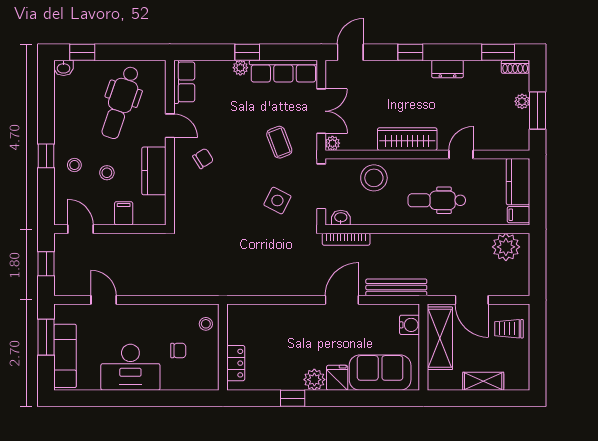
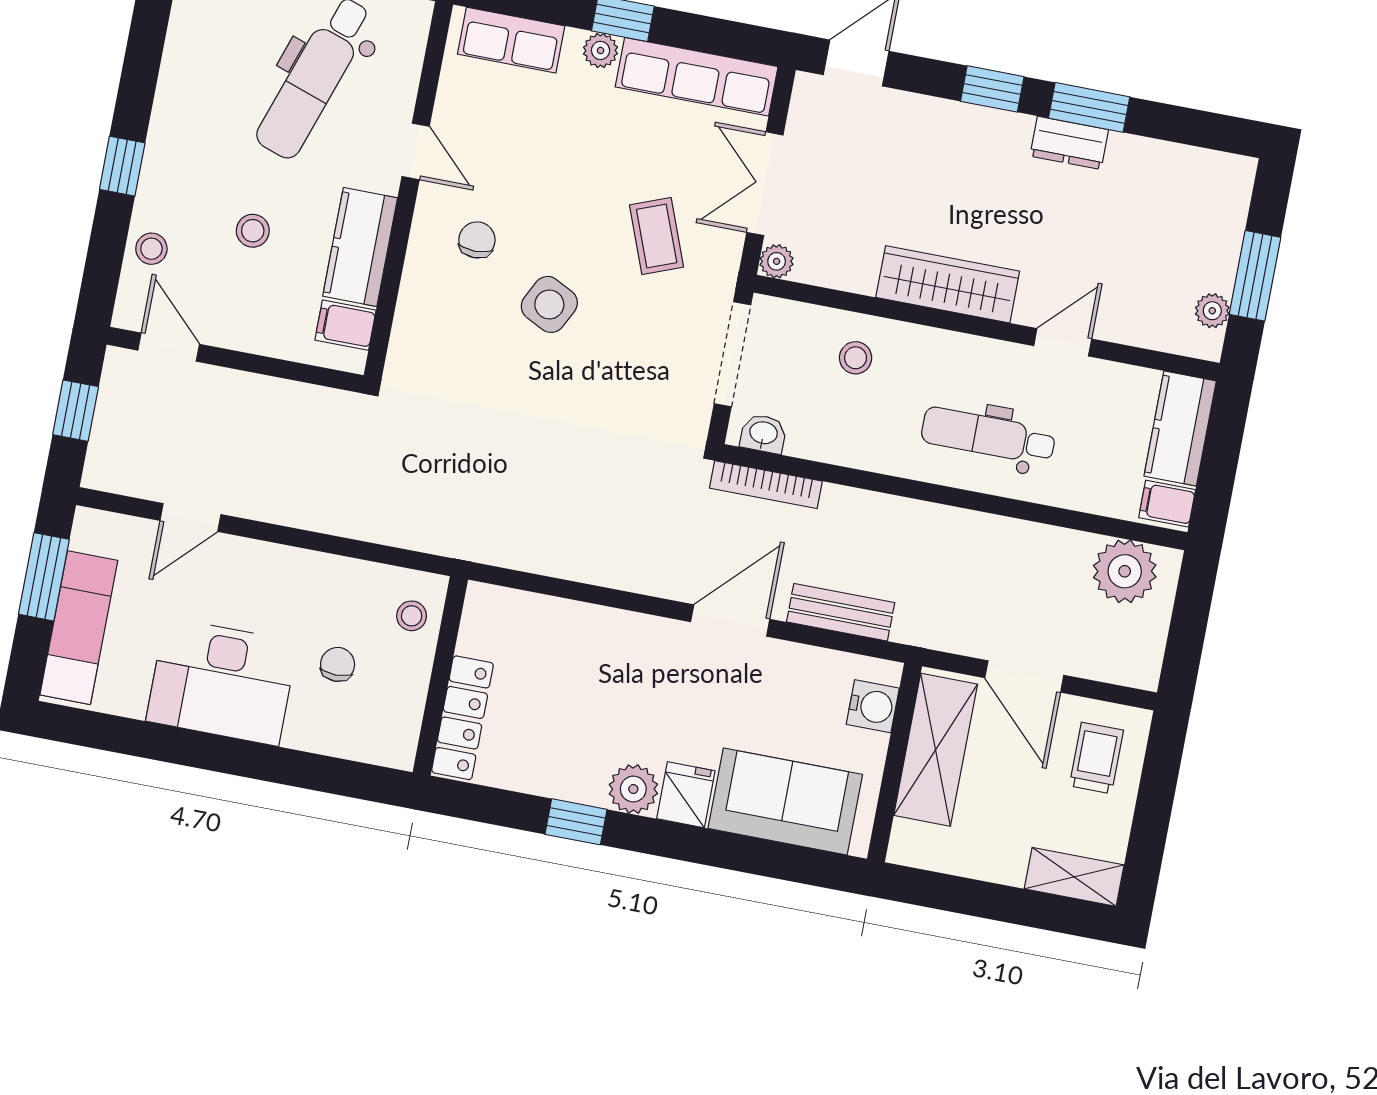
window: (498, 52) -> (1089, 107), moved
shoe rack: (515, 67) -> (1223, 167), removed
row of seats: (184, 82) -> (511, 40), moved, turned 90
plant: (522, 101) -> (1212, 311), moved
double door: (321, 111) -> (765, 184), swing flipped
chair: (203, 158) -> (477, 240), turned -58
stool: (74, 165) -> (151, 249), moved
stool: (374, 178) -> (856, 358), width x0.53, depth x0.53
side table: (277, 201) -> (549, 304), moved
filing cabinet: (124, 213) -> (346, 325), moved, turned -90
bench: (396, 287) -> (841, 612), width x0.73
door: (104, 300) -> (190, 517), swing flipped
trolley: (509, 329) -> (1096, 758), turned 90
chair: (178, 351) -> (338, 664), turned -90
locker: (236, 363) -> (462, 718), width x1.53
shelving: (483, 381) -> (1074, 877), moved

